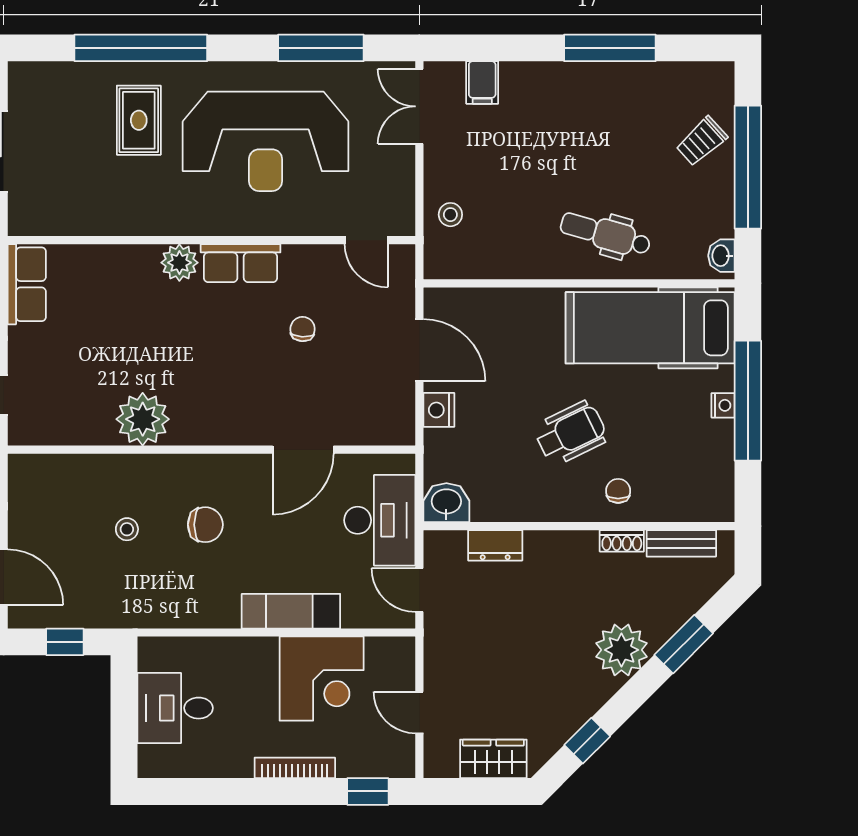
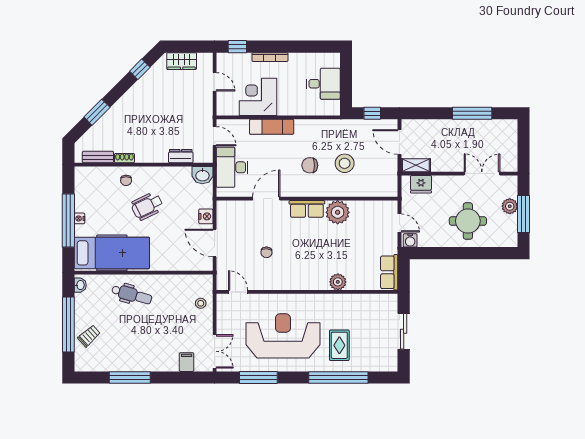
plant: (179, 263) -> (338, 282), moved
row of seats: (241, 263) -> (307, 209), moved, turned 180
stool: (127, 529) -> (345, 163), width x1.89, depth x1.89
plant: (621, 650) -> (125, 110), removed

